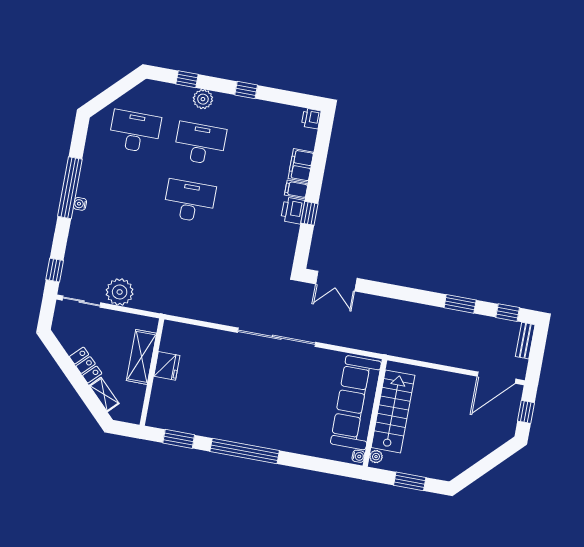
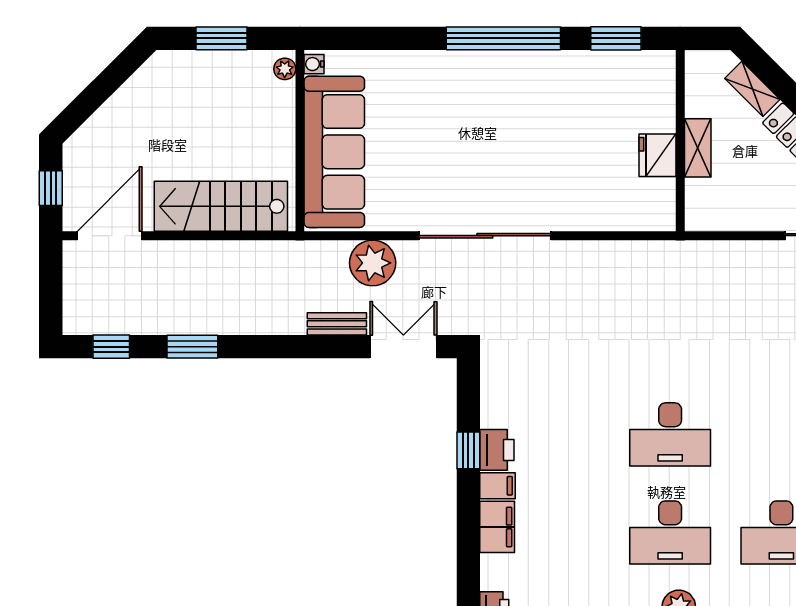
plant: (120, 292) -> (373, 263), moved
bench: (525, 341) -> (337, 324), moved, turned 90
shelving: (142, 357) -> (698, 148), width x0.67, depth x0.75
stairs: (393, 411) -> (221, 206), moved, turned 90

